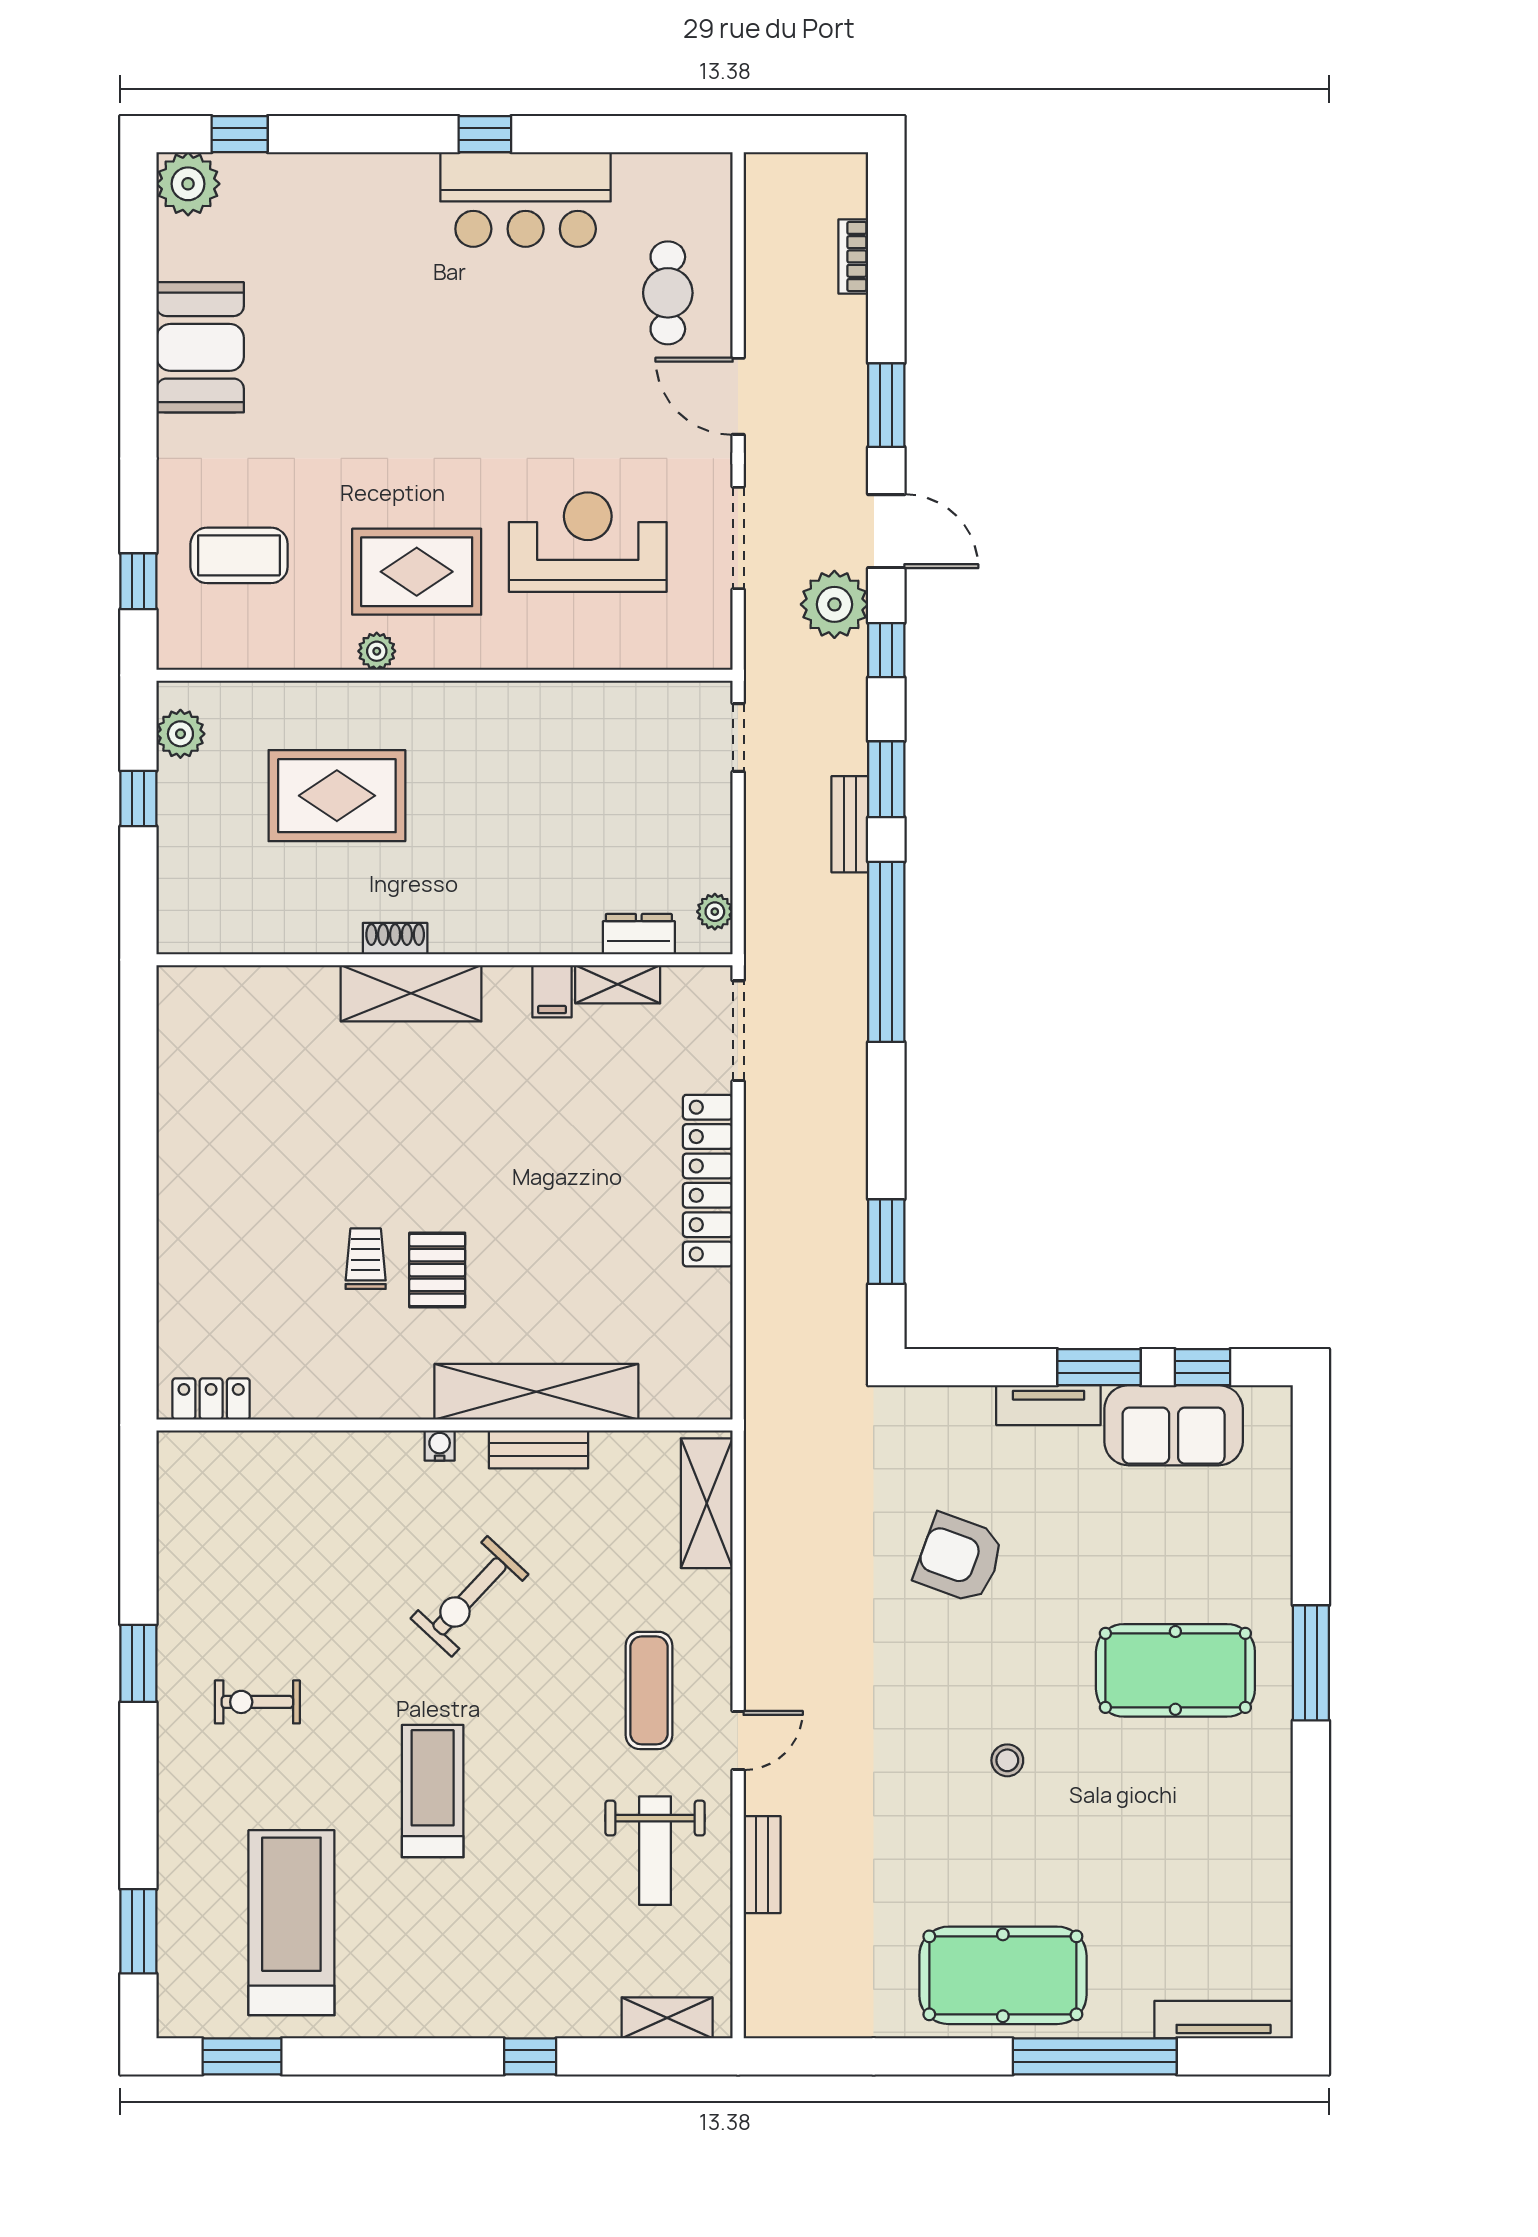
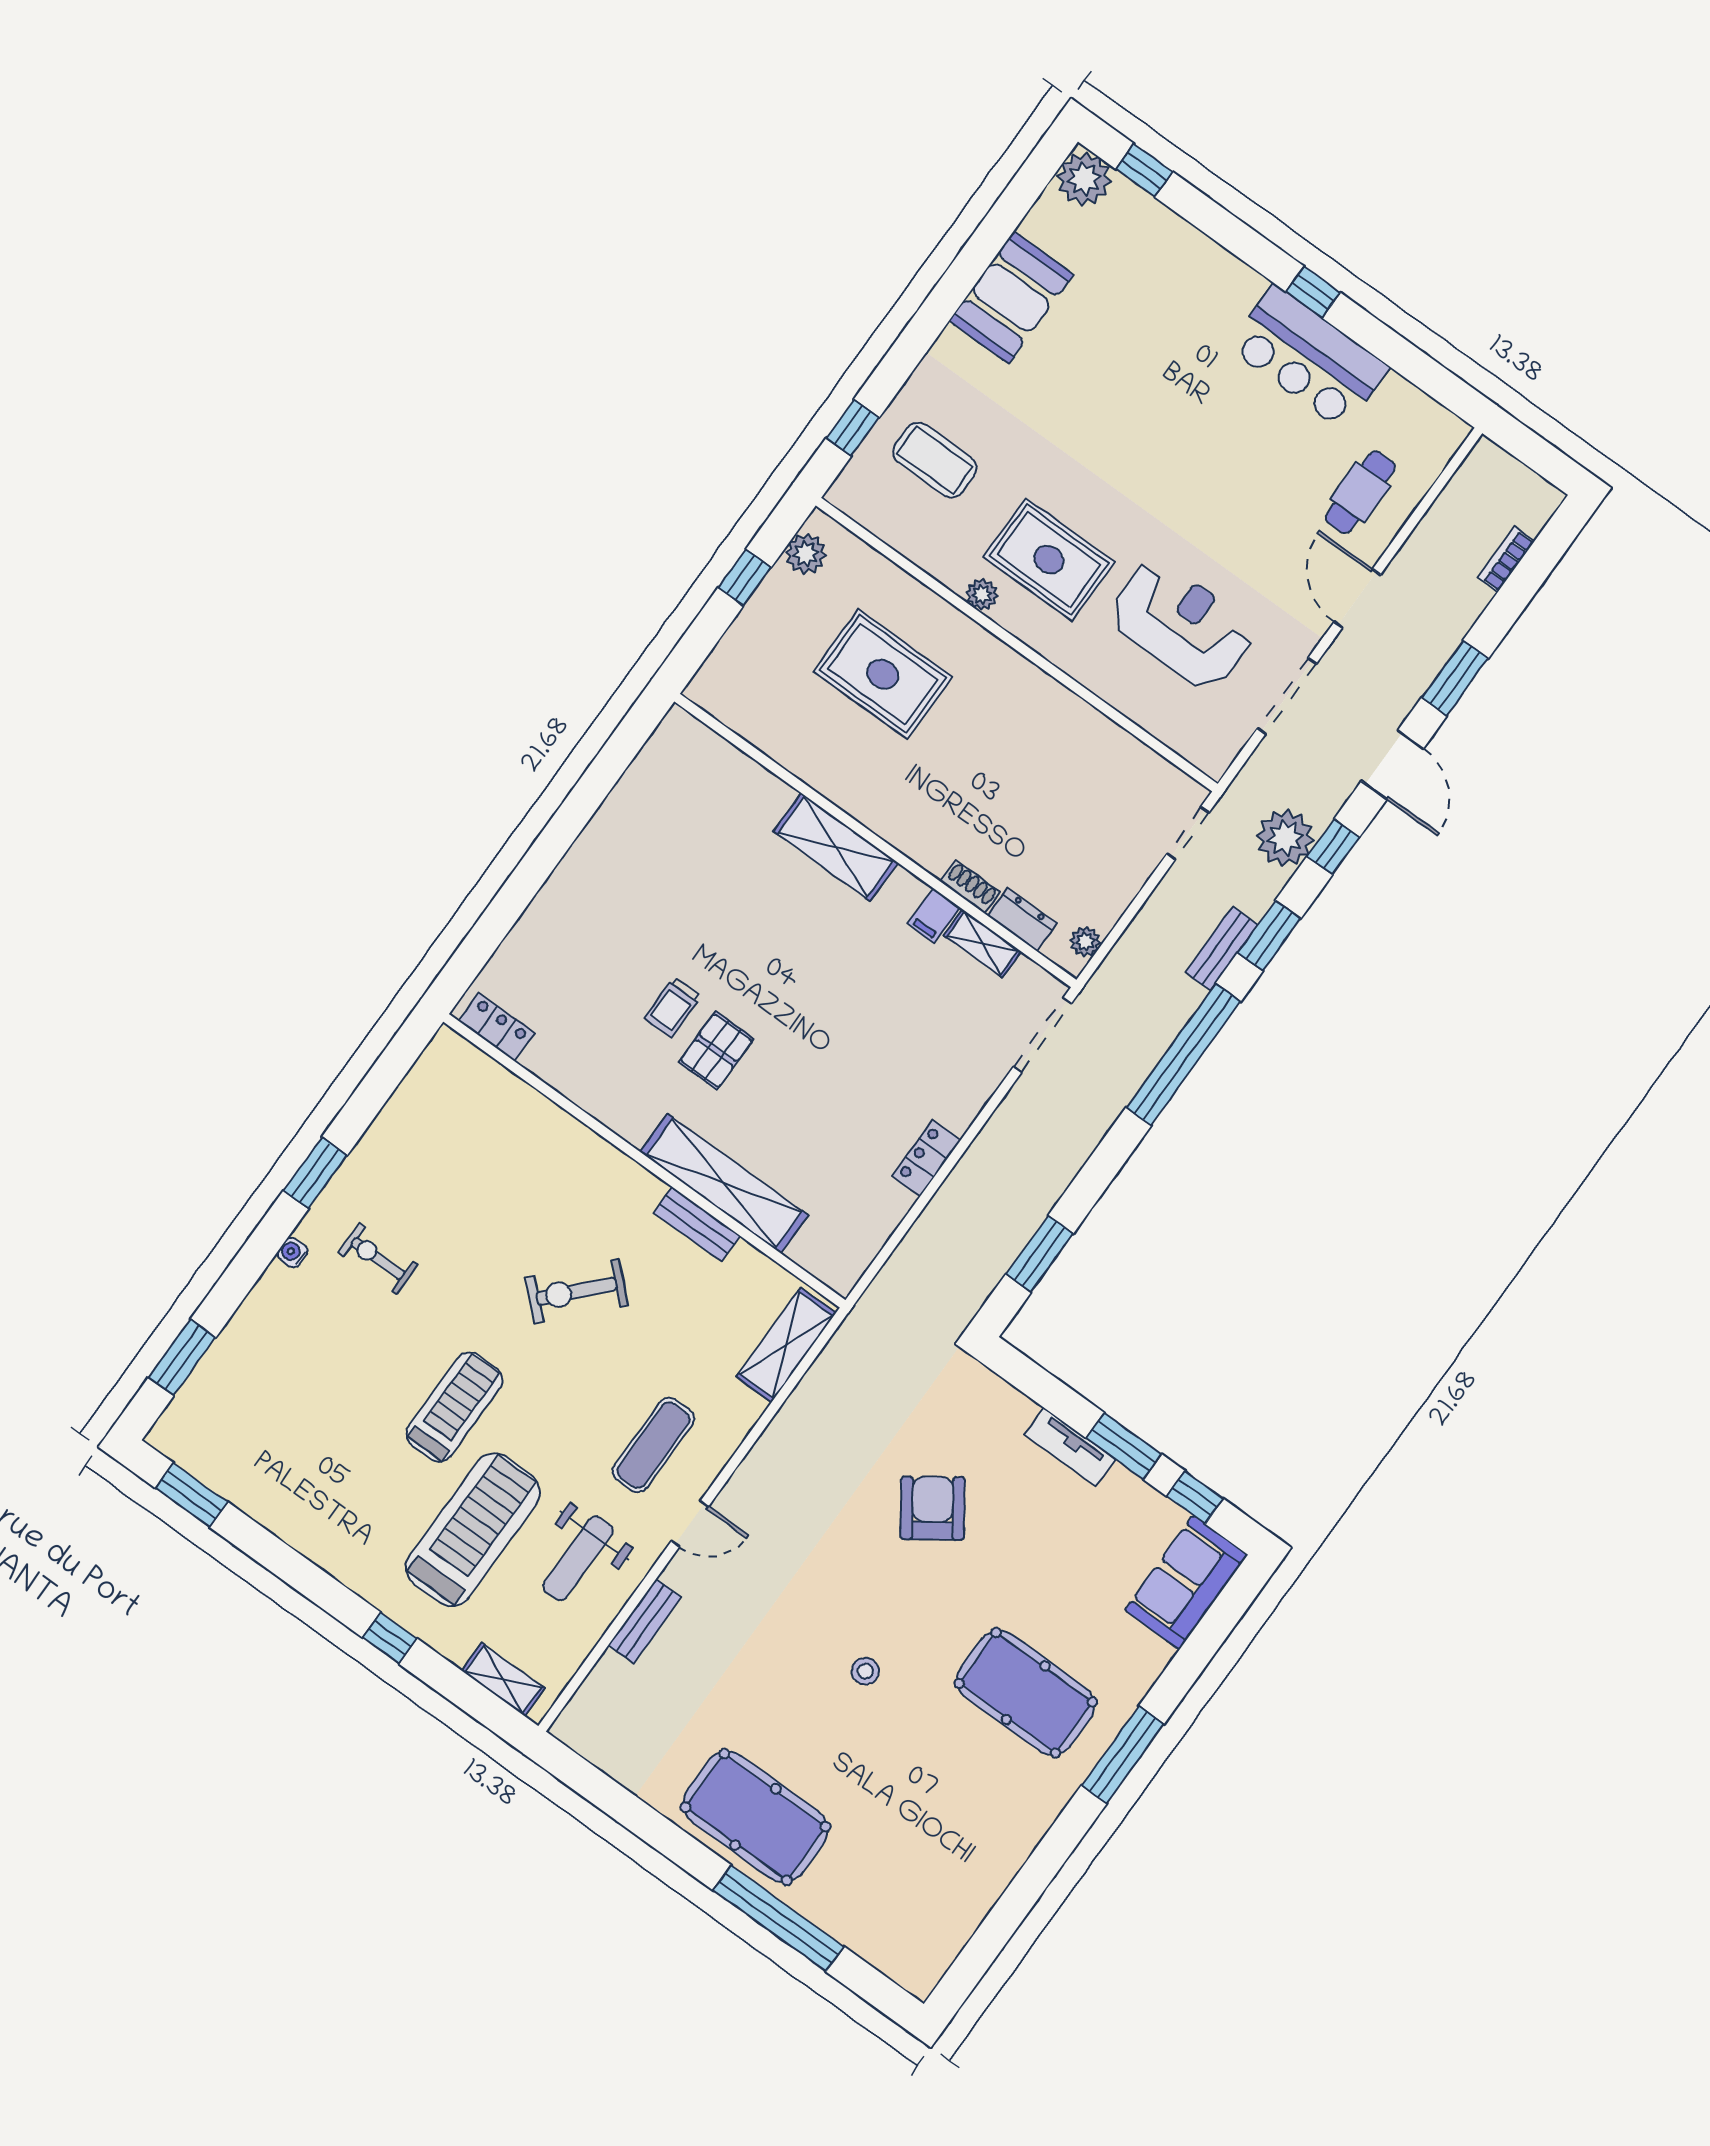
plant: (834, 604) -> (1285, 838), moved
shoe rack: (395, 939) -> (970, 887), moved
locker: (708, 1181) -> (926, 1158), width x0.46, depth x0.83
trolley: (366, 1259) -> (673, 1007), turned 180
sofa: (1174, 1425) -> (1186, 1582), moved, turned 90
water cooler: (440, 1445) -> (293, 1252), moved, turned -90
armchair: (959, 1558) -> (933, 1508), turned 35
treadmill: (291, 1923) -> (473, 1530), moved
tv unit: (1224, 2020) -> (886, 1957), removed

